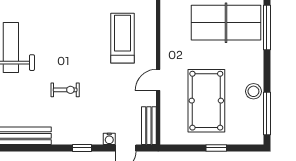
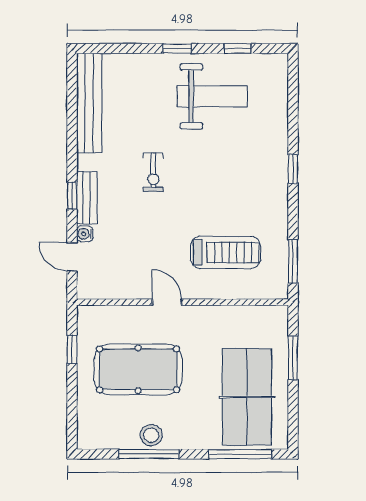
window: (267, 113) -> (149, 454), moved
bench: (149, 126) -> (87, 197), moved, turned 90
window: (216, 148) -> (72, 349), moved

